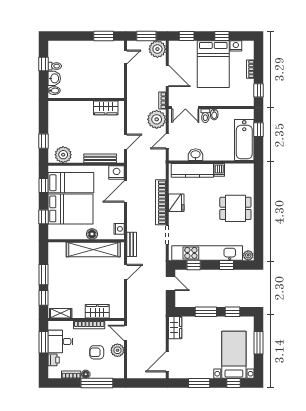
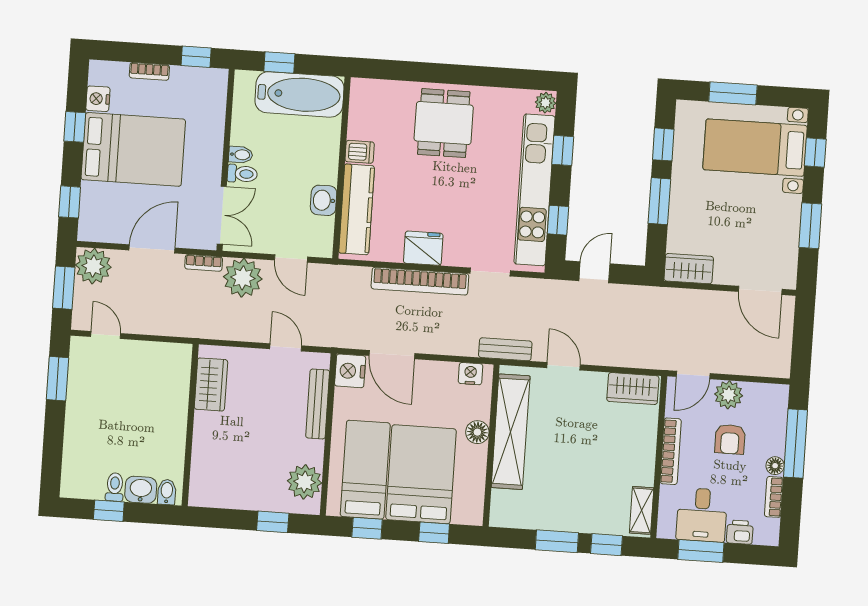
wardrobe: (97, 311) -> (633, 389), moved, turned -90

